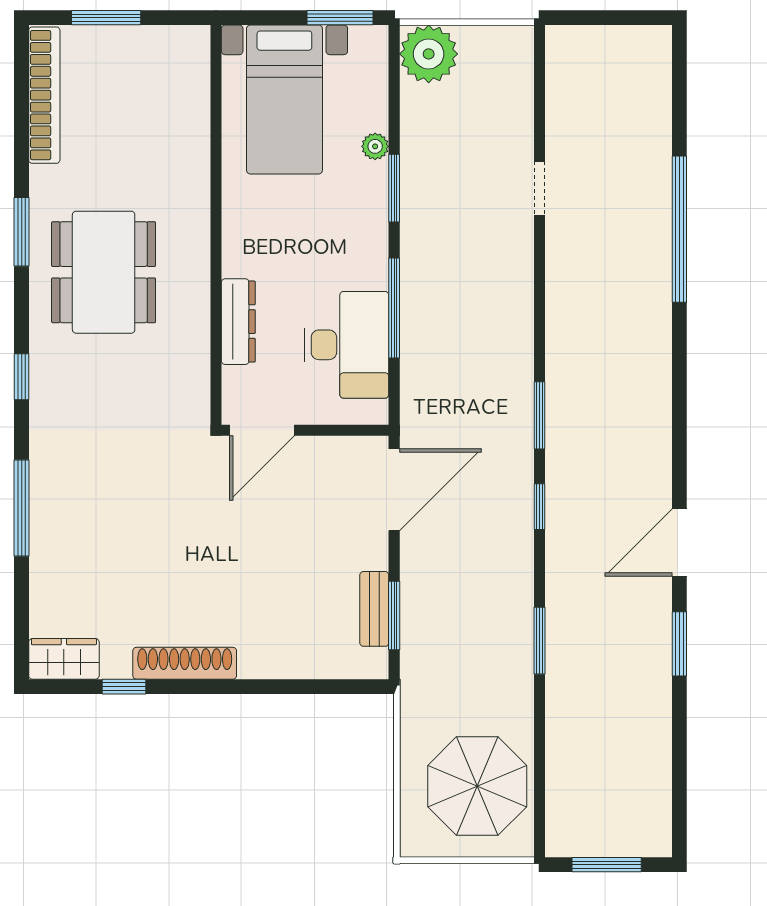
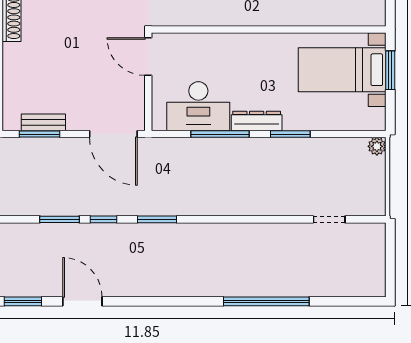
window: (340, 18) -> (390, 70), moved
plant: (429, 54) -> (377, 146), width x0.53, depth x0.53
plant: (375, 146) -> (315, 123), removed
doorway: (540, 188) -> (329, 219), moved
dresser: (238, 322) -> (257, 121), moved, turned 180
window: (540, 641) -> (59, 219), moved

